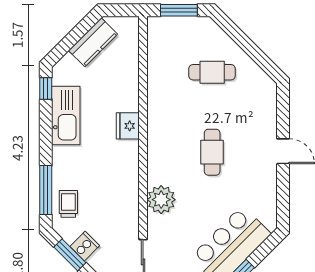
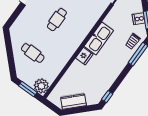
kitchen sink: (66, 115) -> (99, 38), moved, turned 180
plant: (161, 200) -> (41, 86), moved

